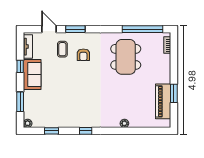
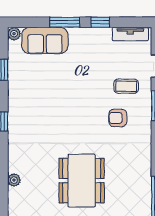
dining table: (126, 57) -> (82, 181), moved, turned 90
sofa: (32, 74) -> (45, 40), moved
window: (20, 102) -> (65, 22), moved

